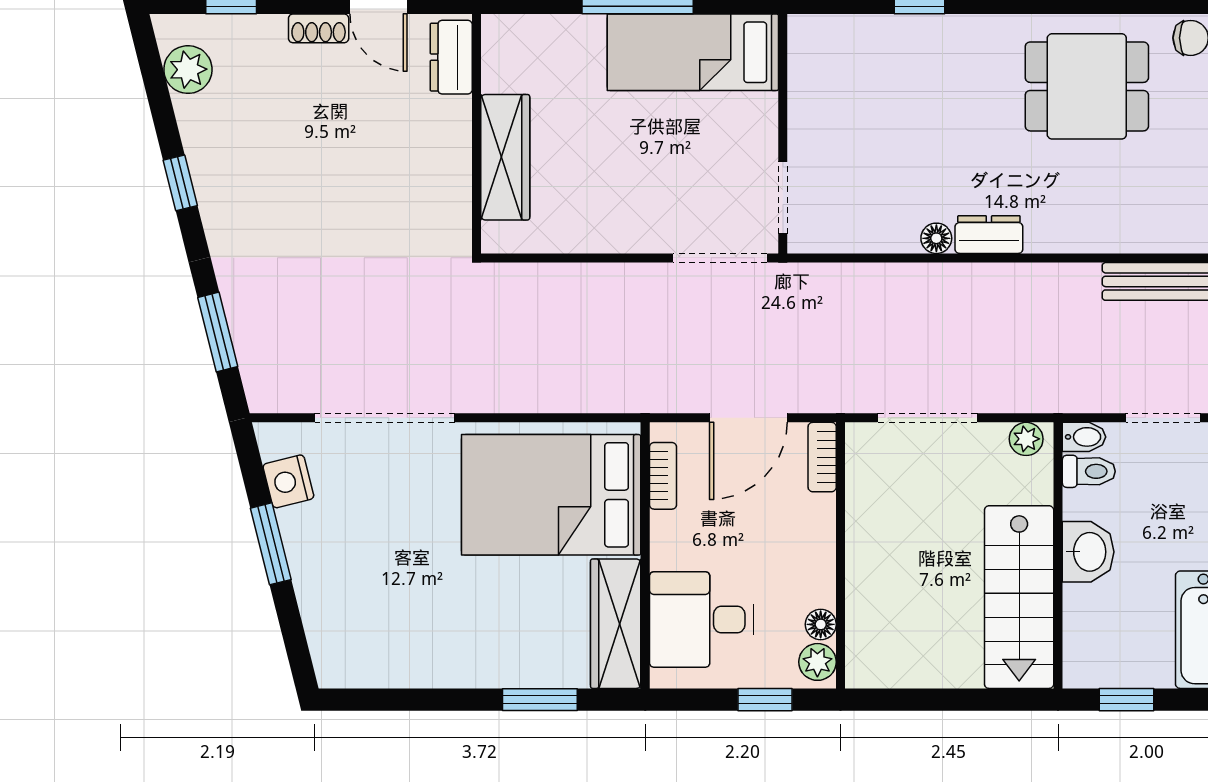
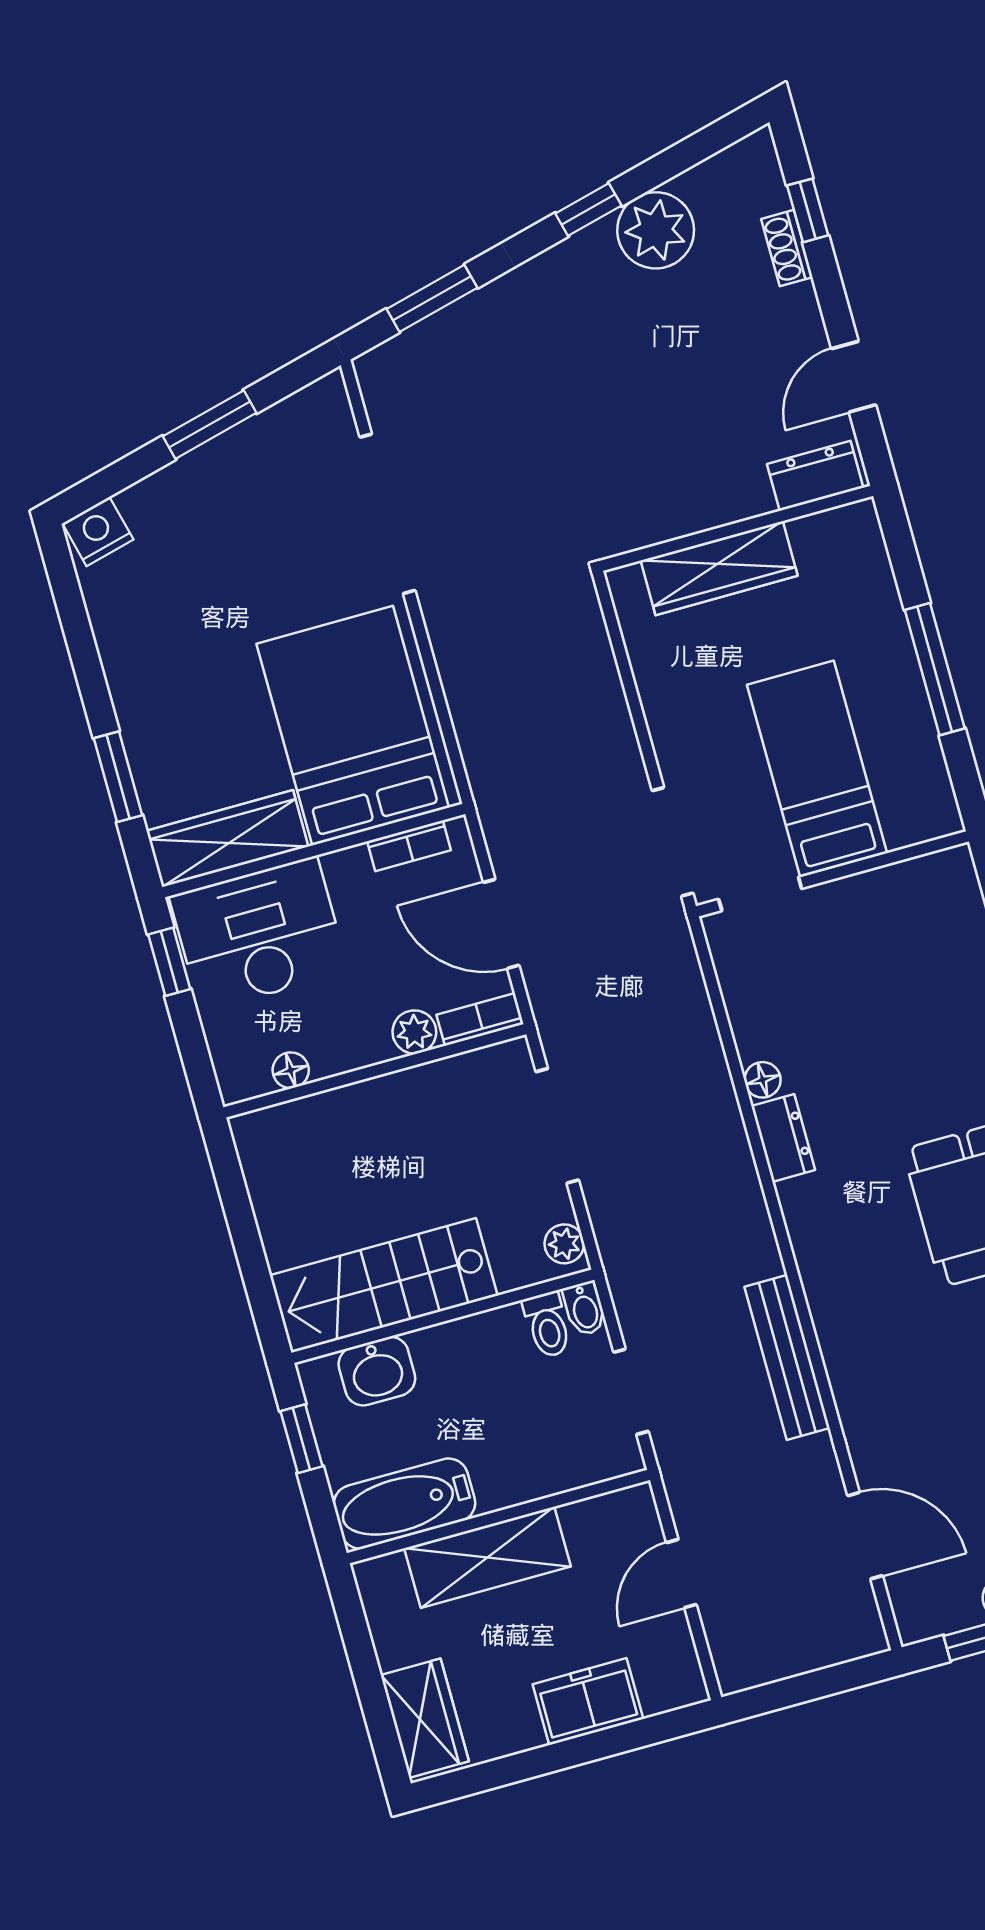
shoe rack: (319, 28) -> (787, 248), moved
bed: (693, 52) -> (817, 769), moved
plant: (188, 70) -> (656, 230), moved, width x1.36, depth x1.36
nightstand: (288, 481) -> (98, 531), moved
washbasin: (1088, 552) -> (377, 1371), moved
desk: (701, 620) -> (259, 934), width x1.37
plant: (817, 662) -> (414, 1032), moved
window: (765, 700) -> (169, 962), moved

